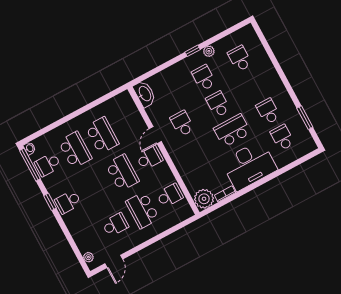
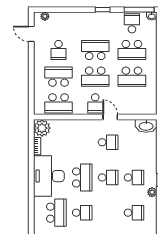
school desk: (282, 138) -> (56, 213), width x1.85
school desk: (170, 195) -> (58, 103), width x1.85
school desk: (68, 202) -> (95, 50), moved, width x1.85

